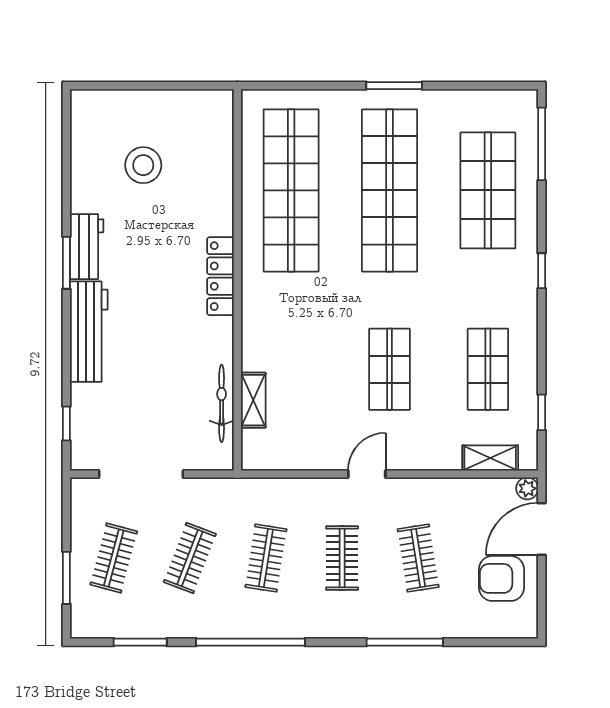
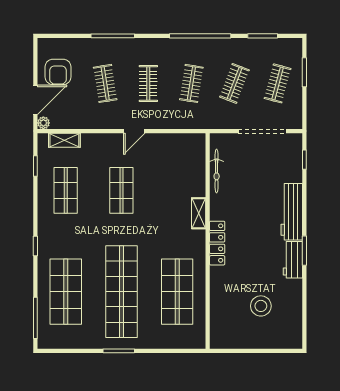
shop shelf: (291, 190) -> (177, 292), width x0.71
shelving: (253, 400) -> (199, 213), moved
armchair: (502, 578) -> (58, 72), turned 90

